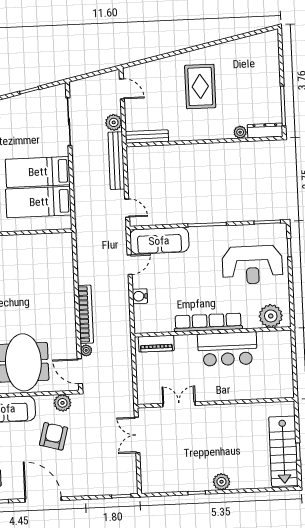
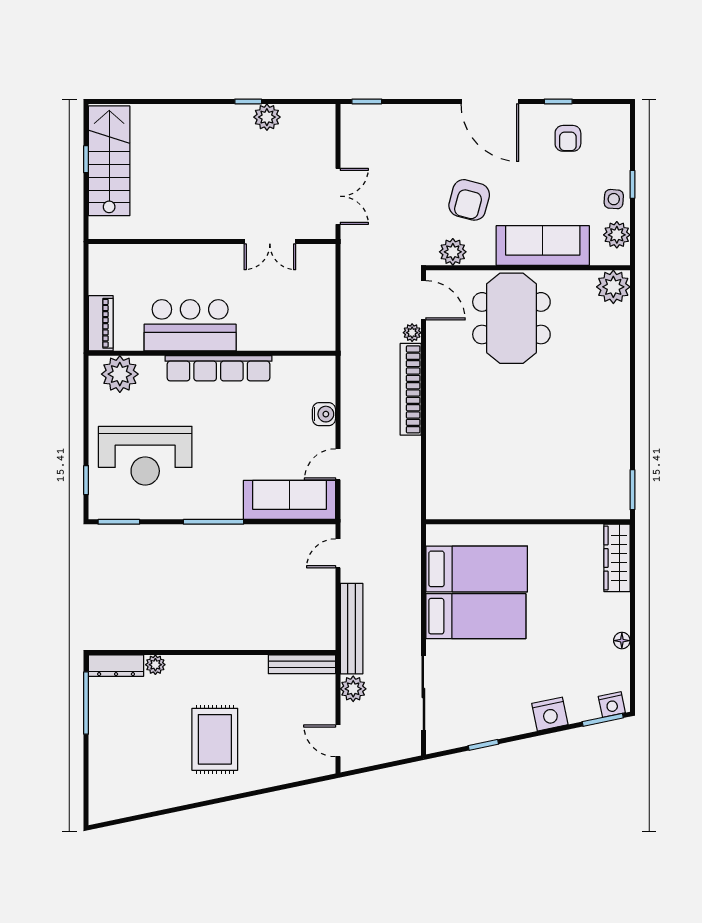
door: (127, 208) -> (338, 553), hinge flipped
reception desk: (252, 265) -> (145, 456), turned 180
piano: (156, 344) -> (101, 323), moved, turned 90
plant: (221, 482) -> (267, 117), moved

